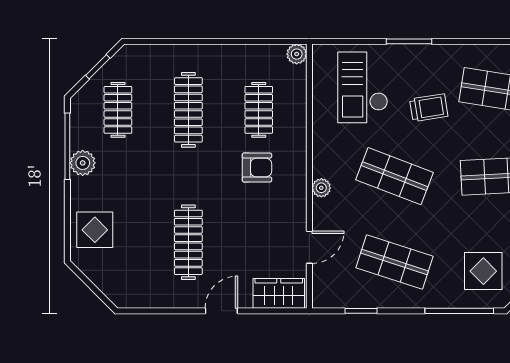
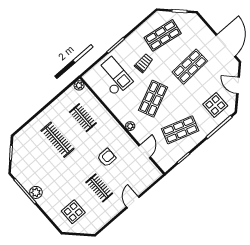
checkout: (363, 87) -> (113, 77), turned 180
clothes rail: (118, 110) -> (32, 162), removed
armchair: (257, 168) -> (107, 158), moved
shop shelf: (394, 176) -> (153, 99), turned -45
display table: (95, 230) -> (73, 212), moved
clothes rail: (188, 242) -> (99, 188), width x0.73
wardrobe: (279, 293) -> (148, 178), removed

